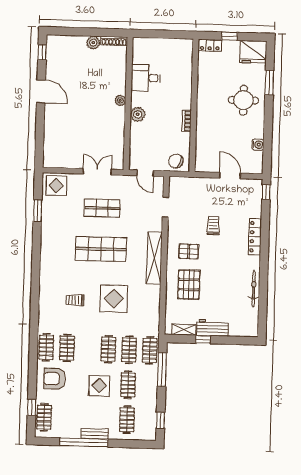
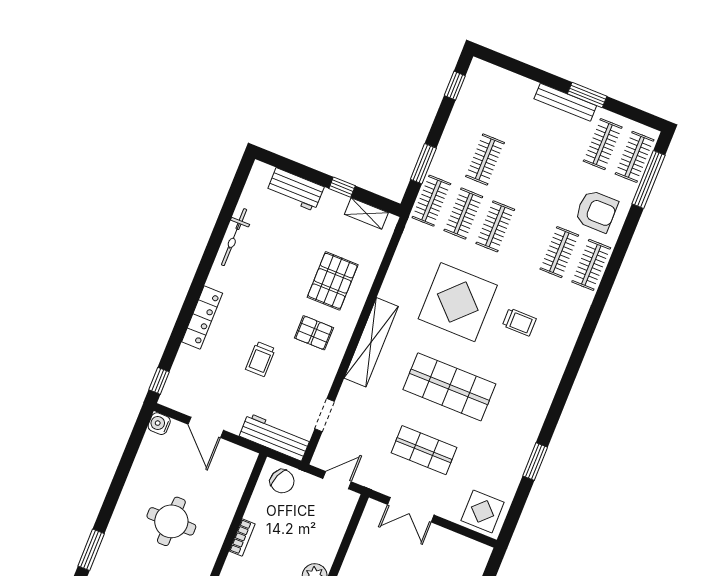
round table: (243, 100) -> (171, 521), moved
water cooler: (258, 145) -> (159, 424), moved
door: (145, 173) -> (337, 480), hinge flipped
workbench: (189, 184) -> (275, 437), added
window: (37, 211) -> (535, 462), moved
display table: (114, 299) -> (458, 302), width x1.36, depth x1.36
workbench: (212, 328) -> (295, 190), moved
window: (162, 370) -> (423, 164), width x0.69
display table: (99, 386) -> (531, 175), removed
window: (32, 407) -> (648, 180), width x2.17
clothes rail: (127, 420) -> (603, 144), moved
bench: (95, 434) -> (565, 102), width x1.36
window: (84, 442) -> (587, 95), width x0.47

